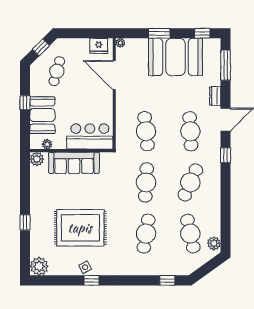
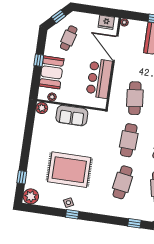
bar counter: (90, 136) -> (99, 78), moved, turned -90
sofa: (74, 163) -> (72, 116), width x0.73
window: (25, 222) -> (22, 177), moved

